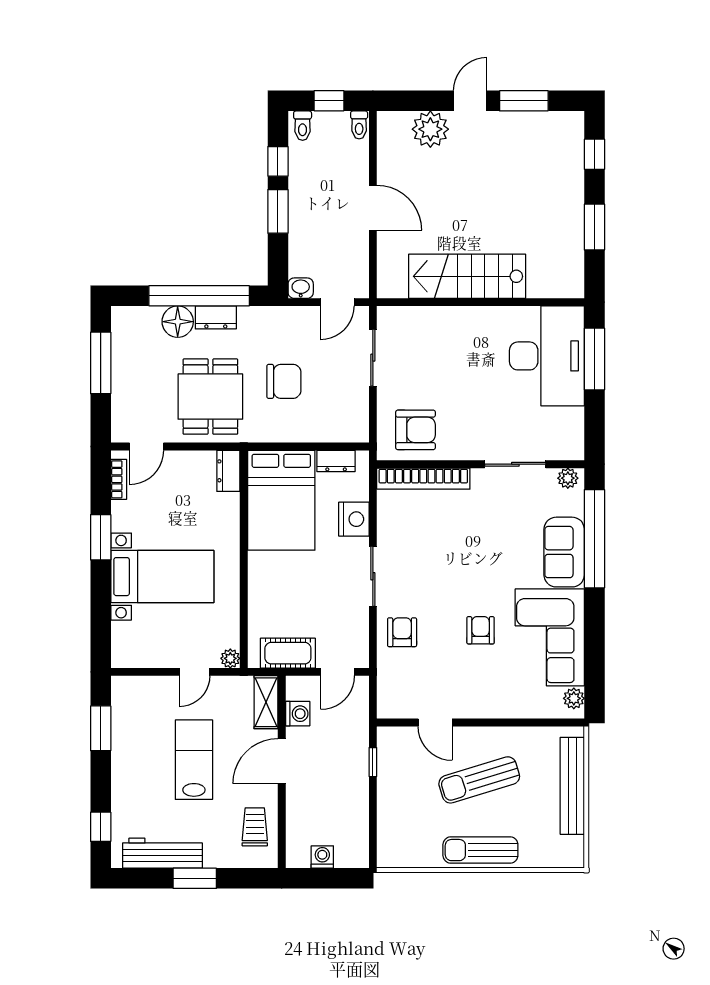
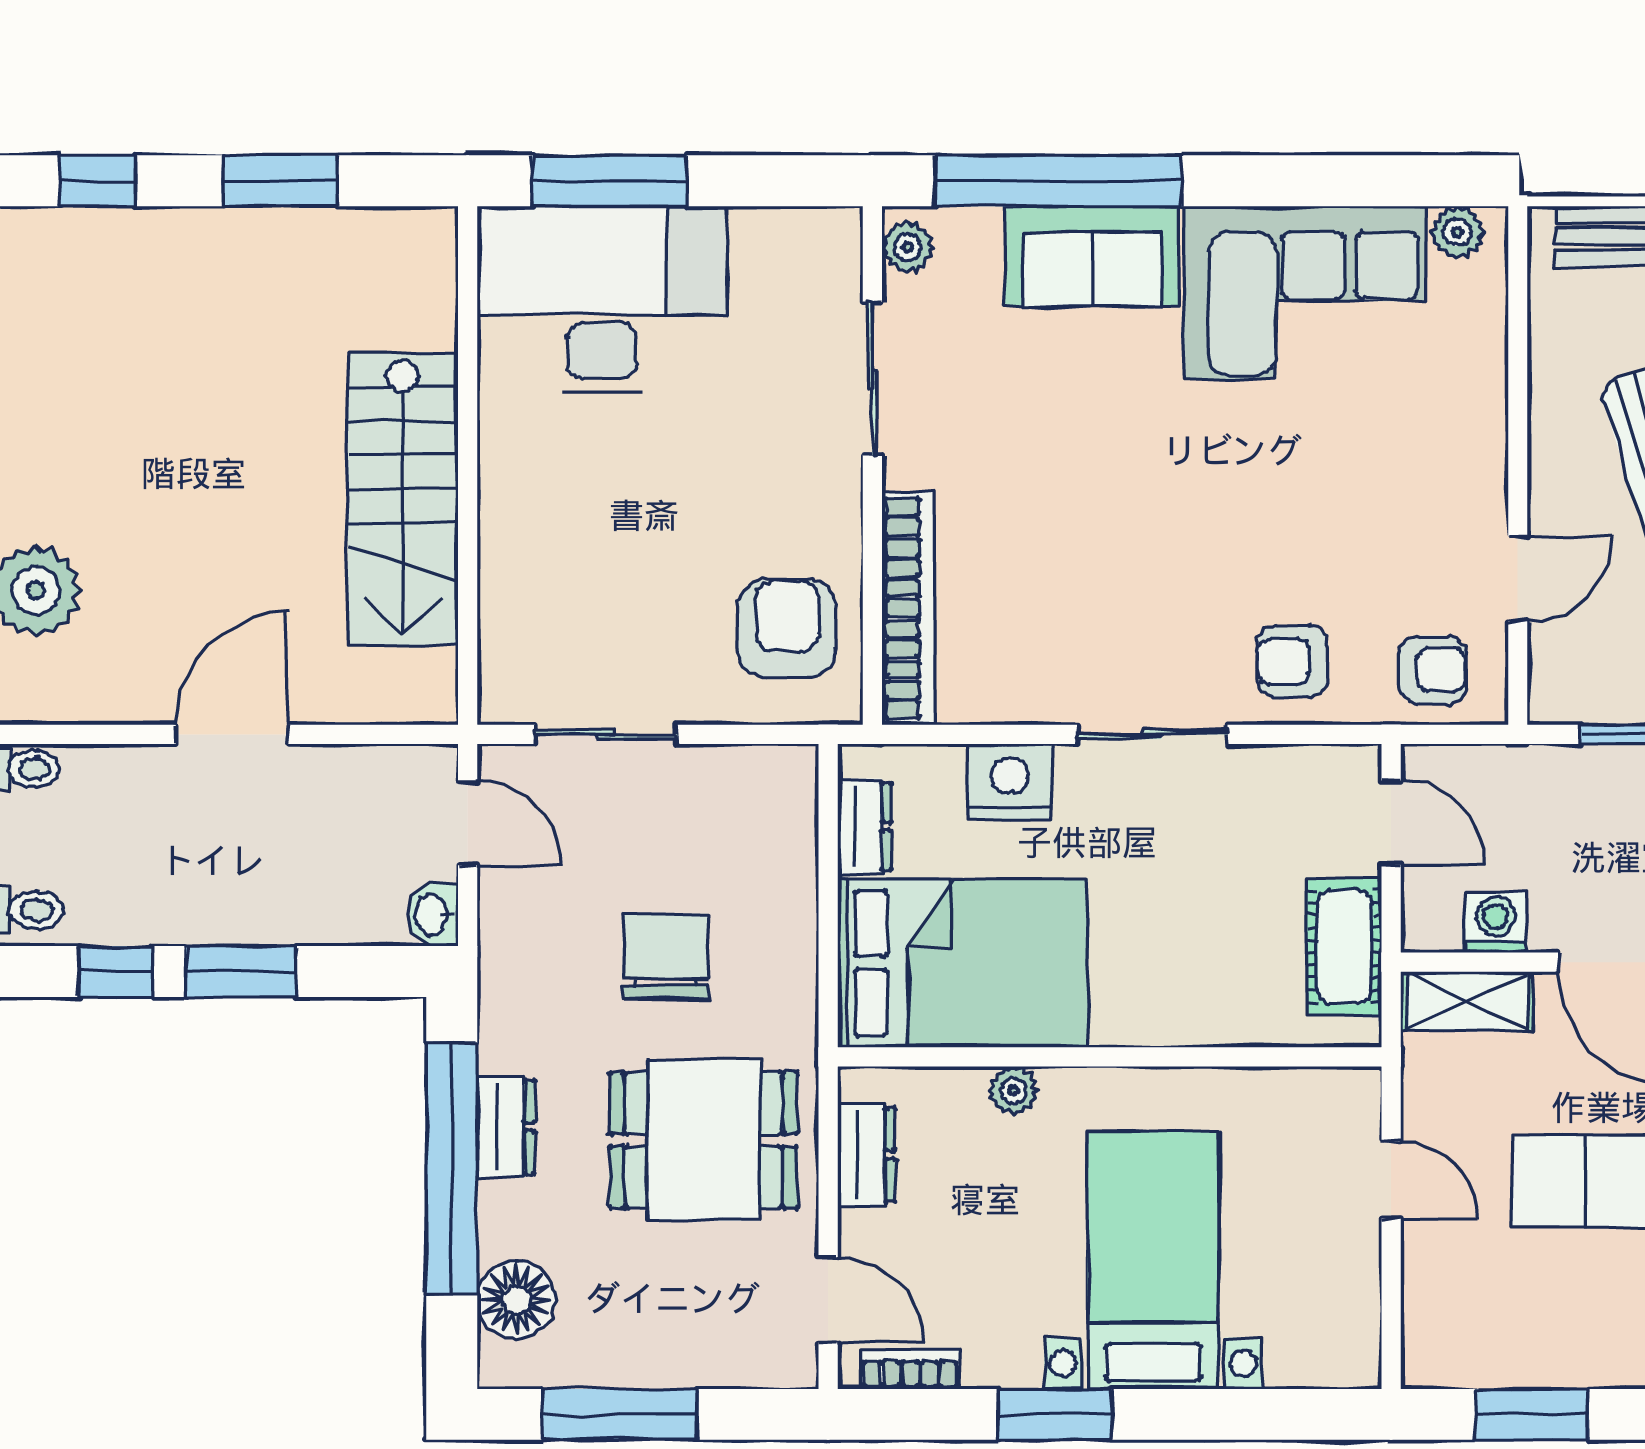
floor lamp: (178, 322) -> (516, 1300), moved
dresser: (228, 471) -> (867, 1155), moved, turned -90
armchair: (481, 630) -> (1433, 670), moved, turned 180
plant: (230, 658) -> (1013, 1090), moved

